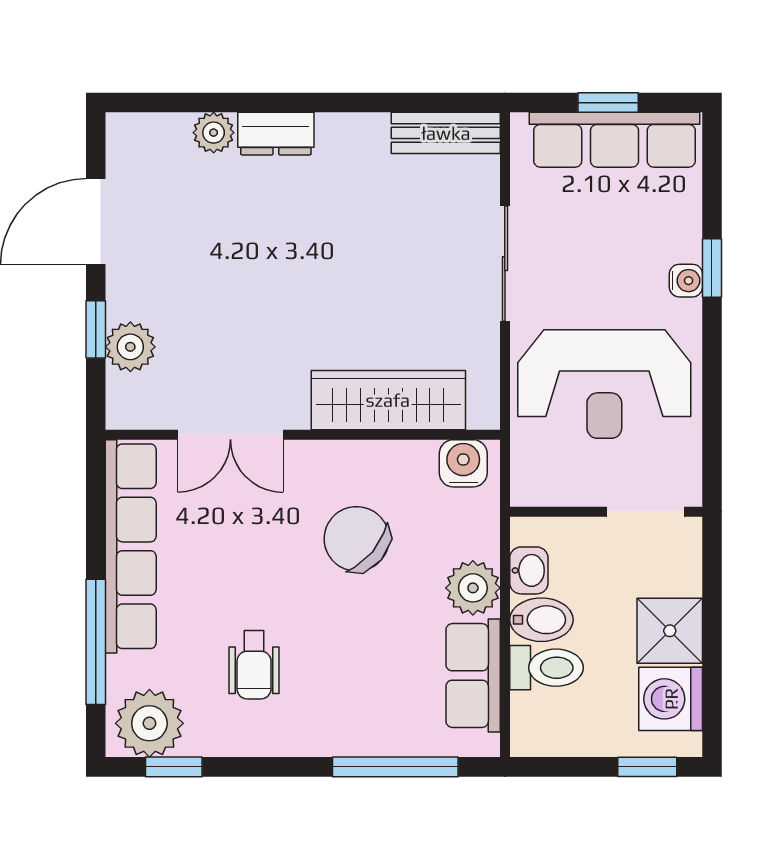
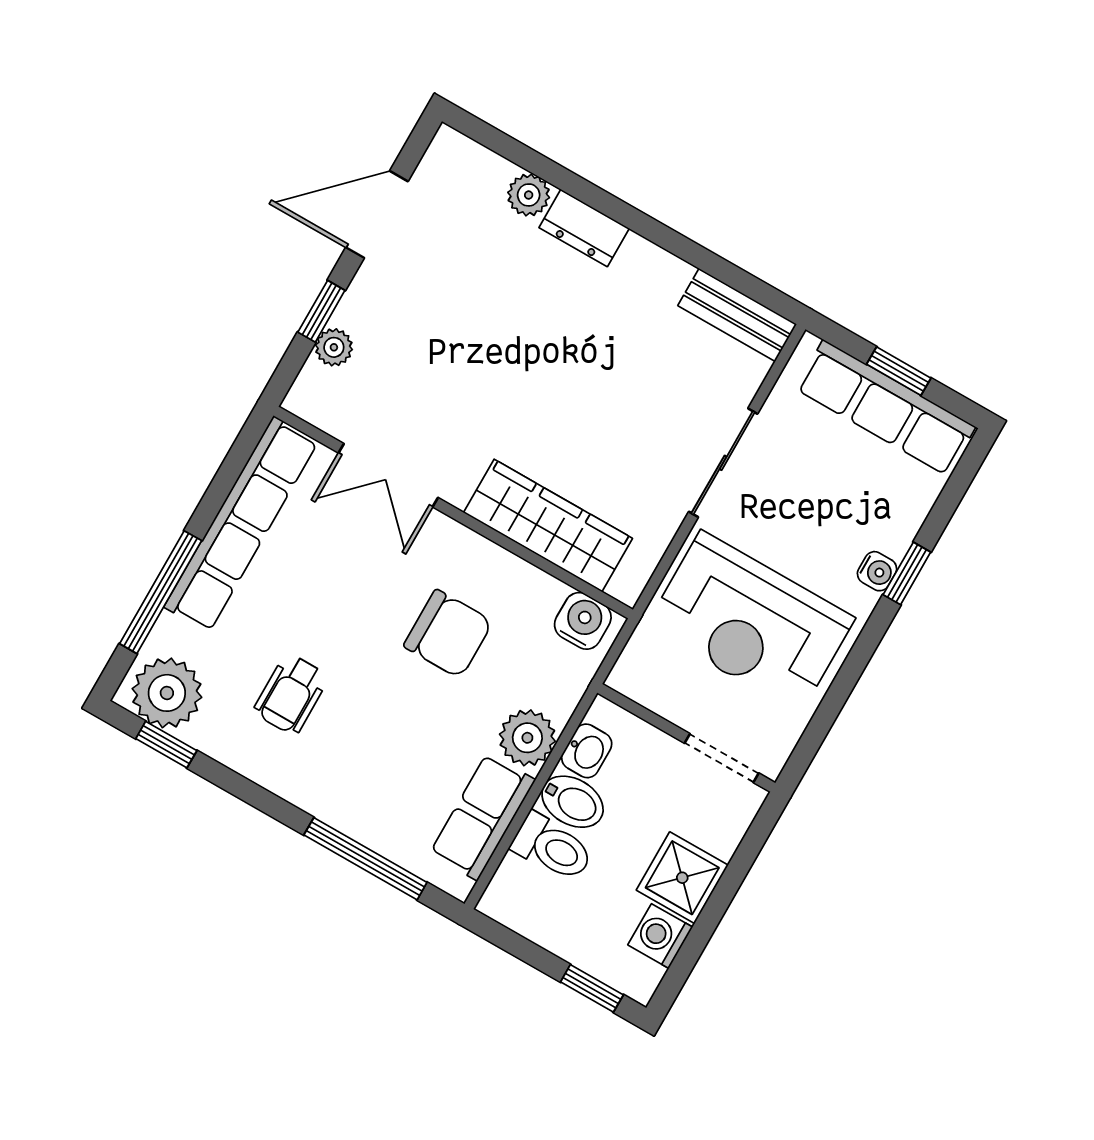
plant: (130, 347) -> (334, 347), width x0.73, depth x0.73
chair: (357, 539) -> (448, 634), turned 140
washing machine: (671, 699) -> (660, 936), width x0.73, depth x0.73

